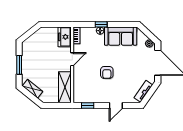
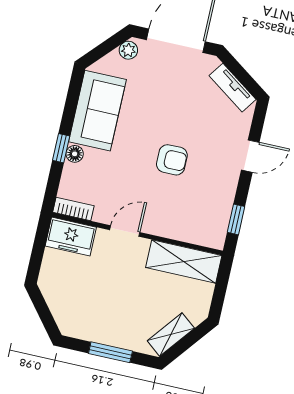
door: (72, 59) -> (125, 231), hinge flipped
door: (116, 105) -> (250, 156), hinge flipped

